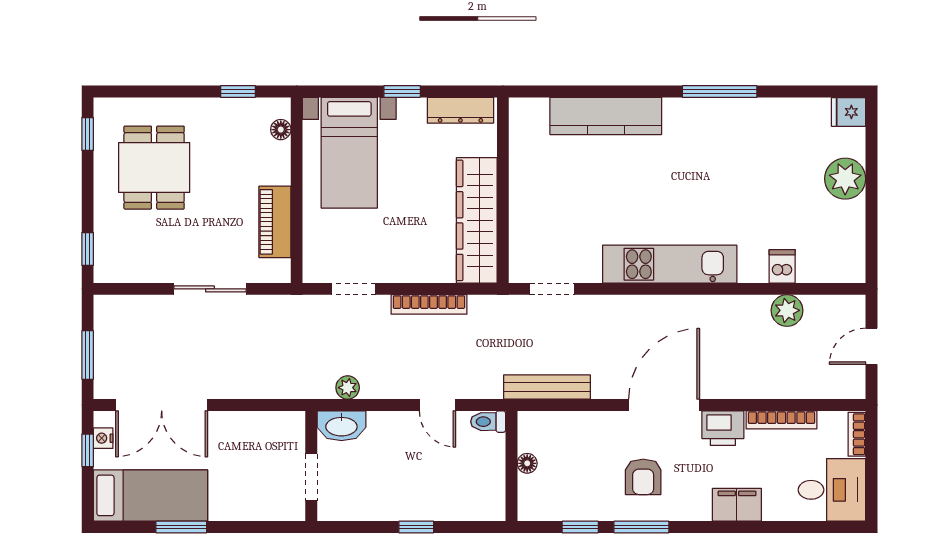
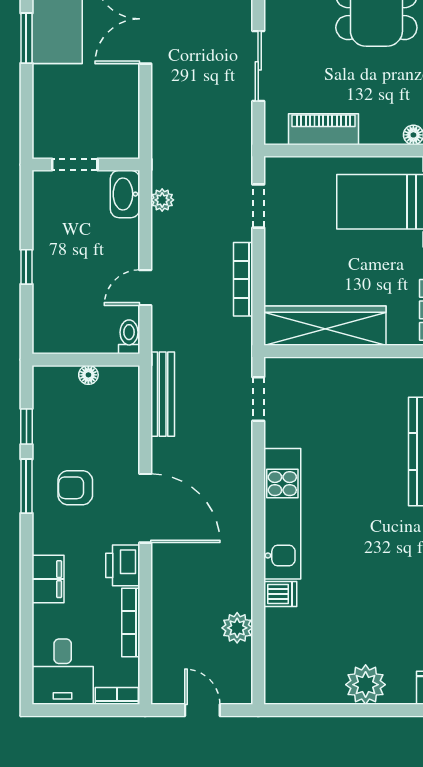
dishwasher: (782, 266) -> (280, 594), moved

